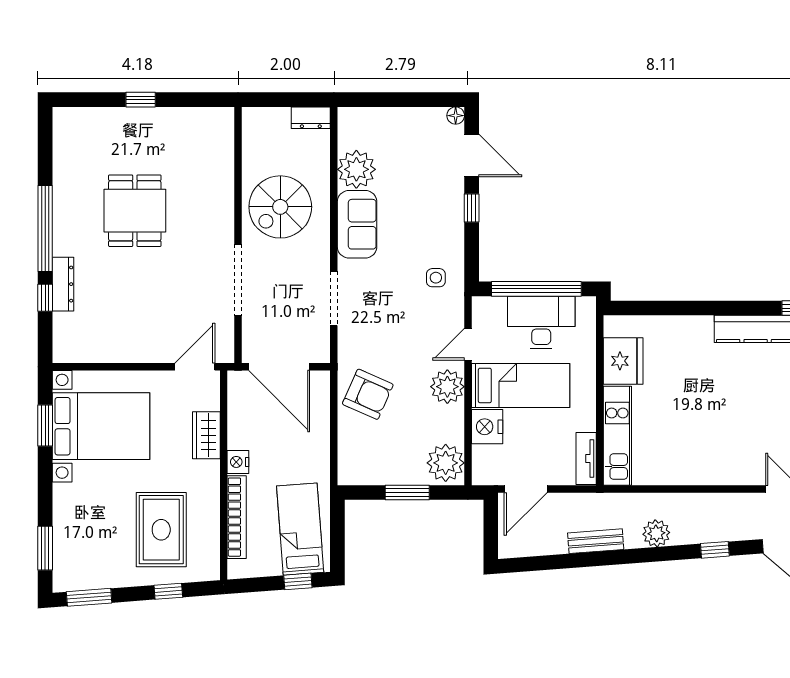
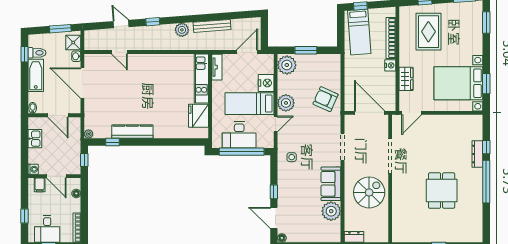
bench: (596, 541) -> (212, 26), width x1.36

